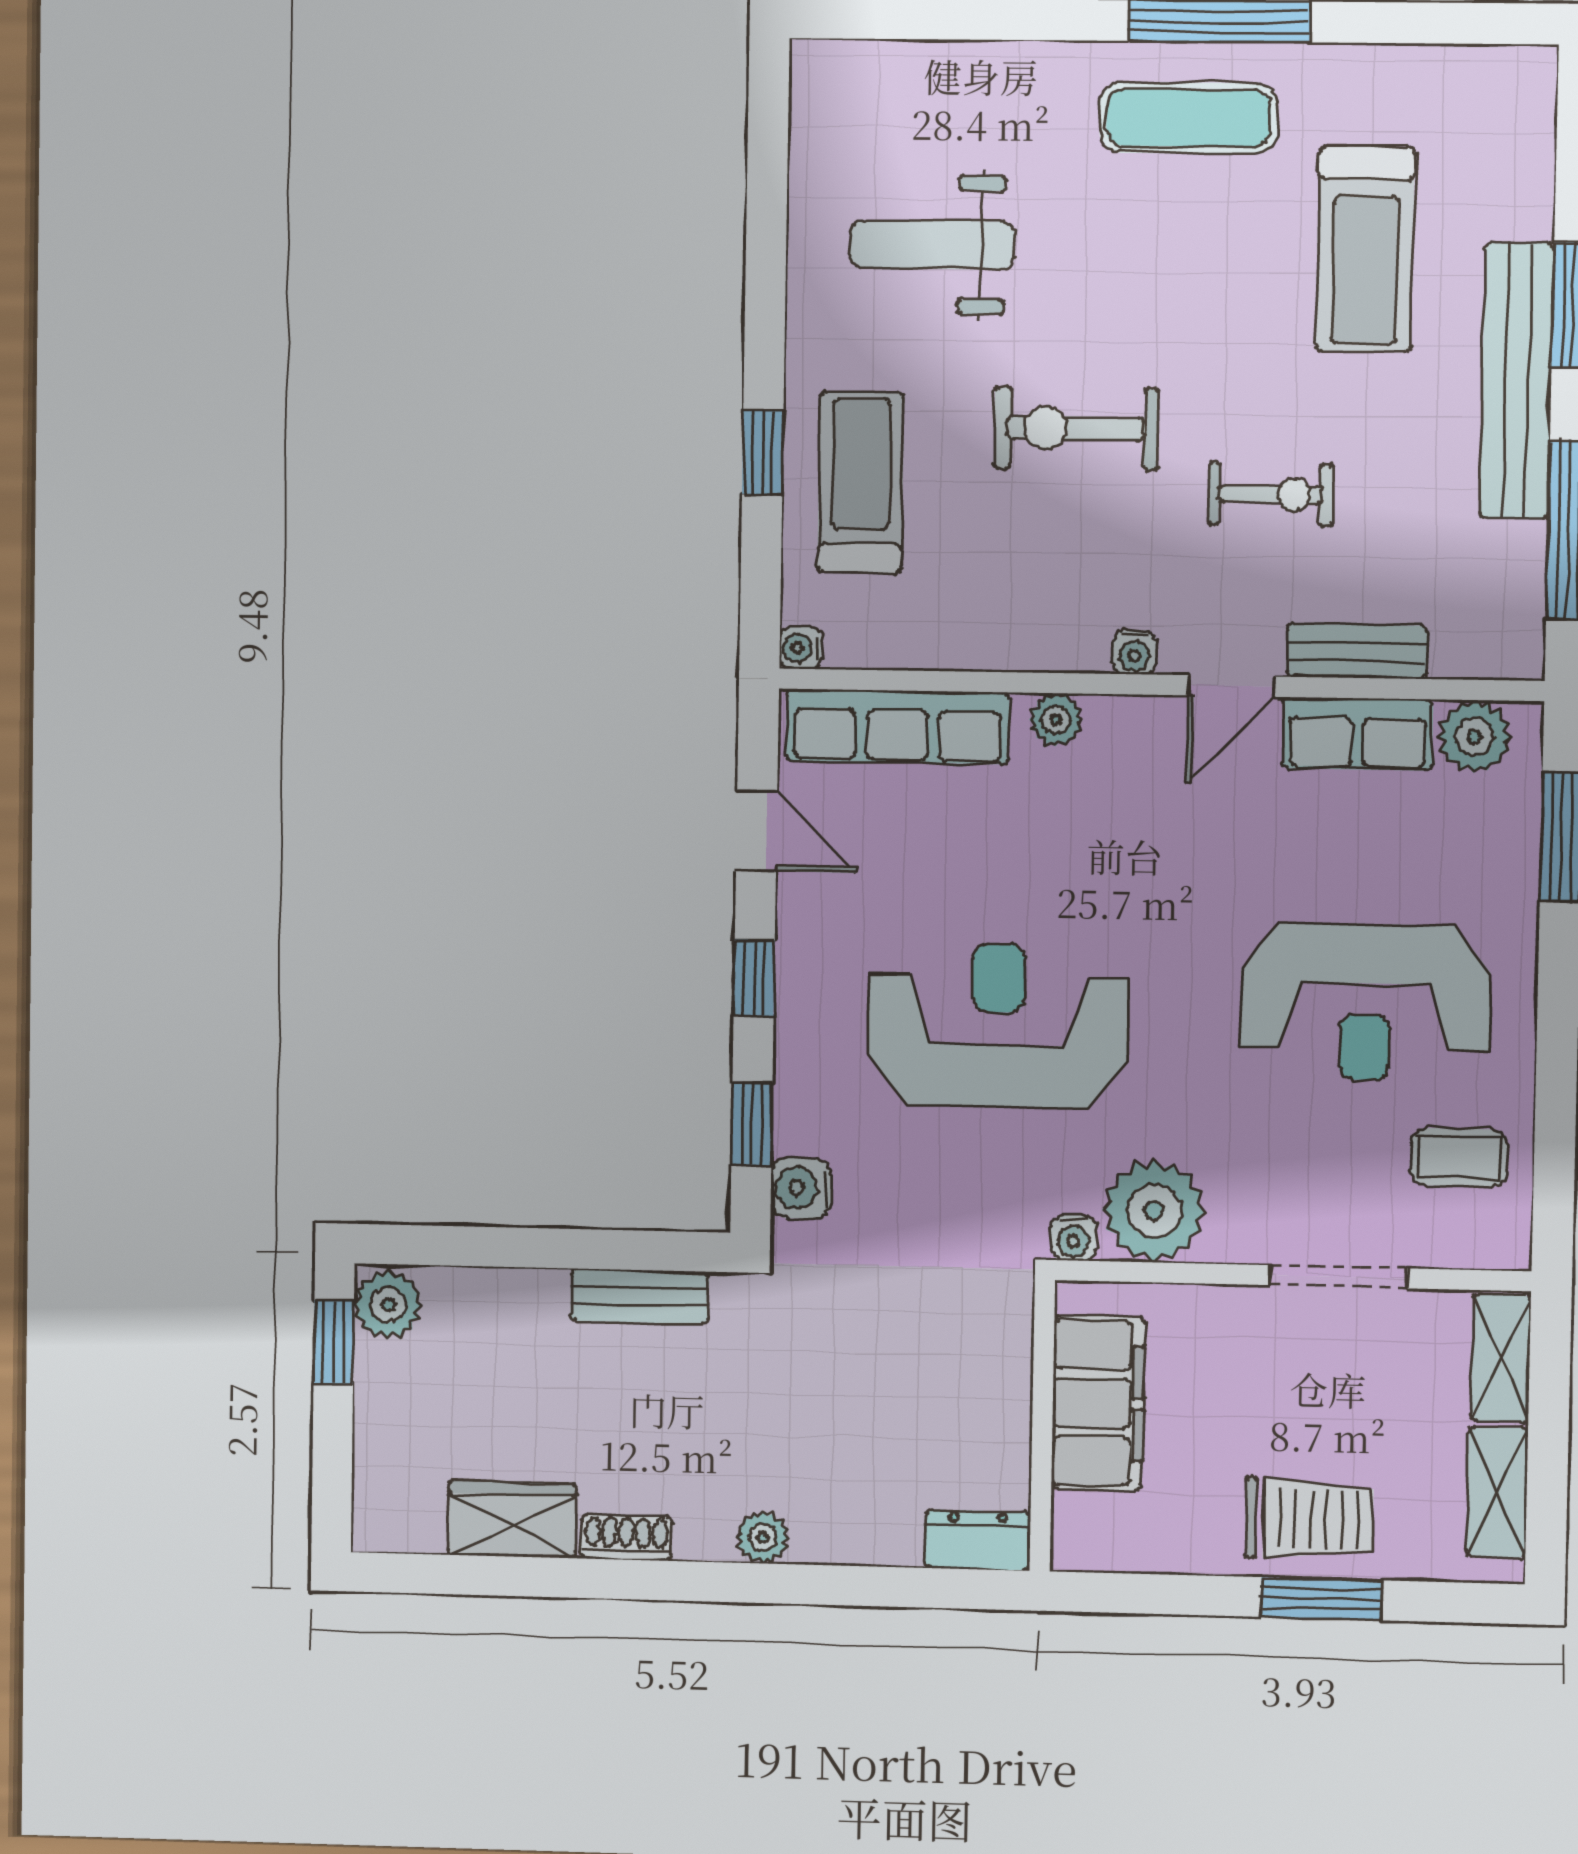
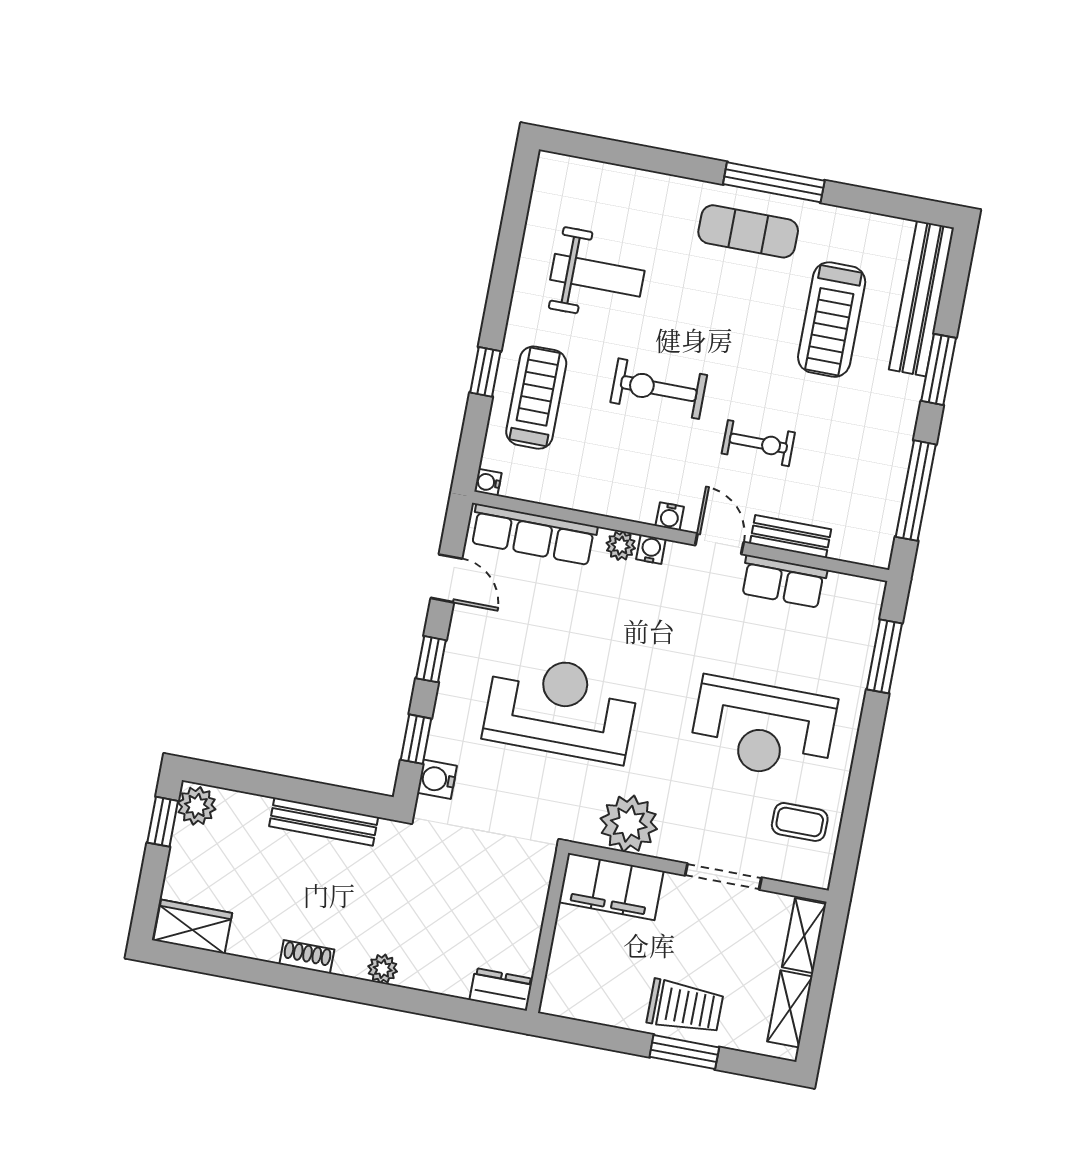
weight bench: (932, 245) -> (597, 275), turned 180
bench: (1517, 380) -> (922, 299), moved
door: (1231, 686) -> (719, 544), swing flipped
plant: (1475, 736) -> (846, 594), removed
water cooler: (1073, 1238) -> (651, 549), moved, turned 180
bench: (640, 1296) -> (324, 822), width x1.36
filing cabinet: (1098, 1403) -> (611, 887), moved, turned 90
wardrobe: (512, 1520) -> (193, 927), moved

